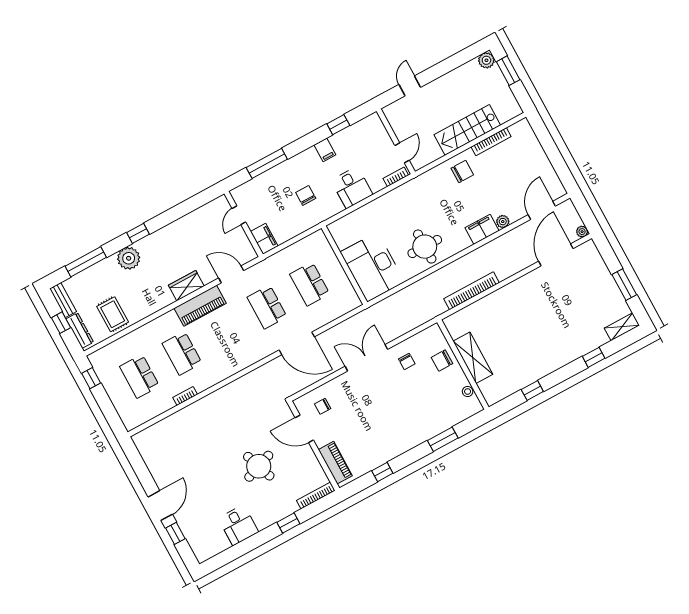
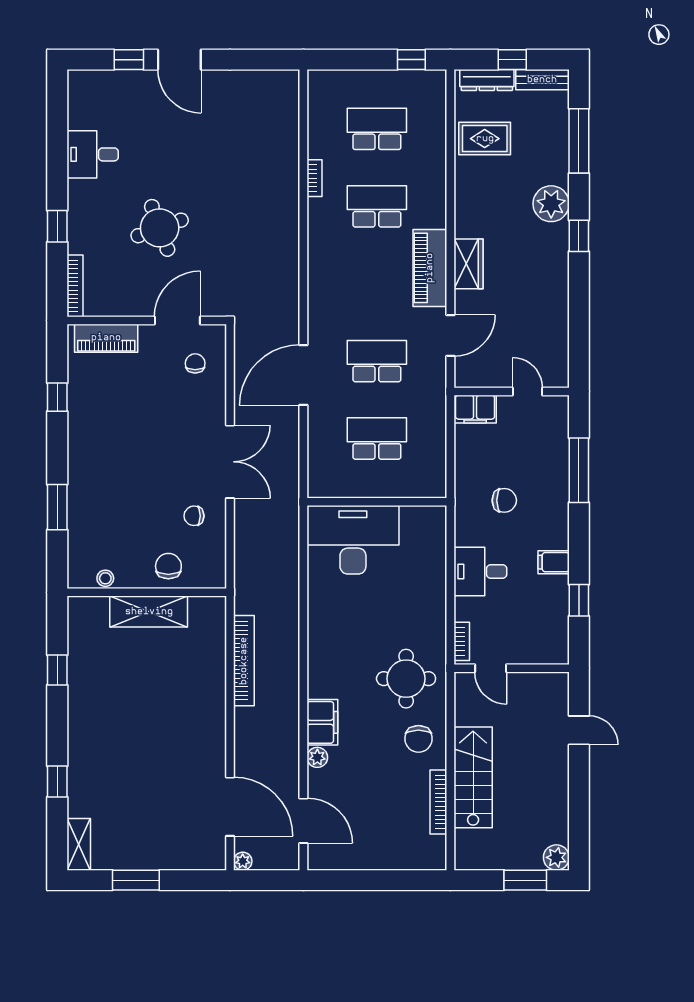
round table: (425, 247) -> (406, 679), moved

